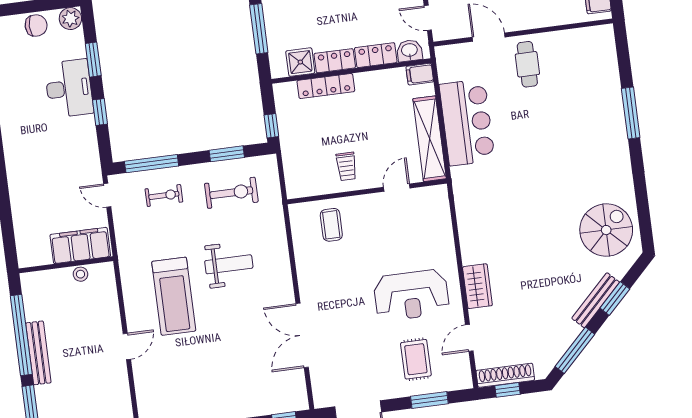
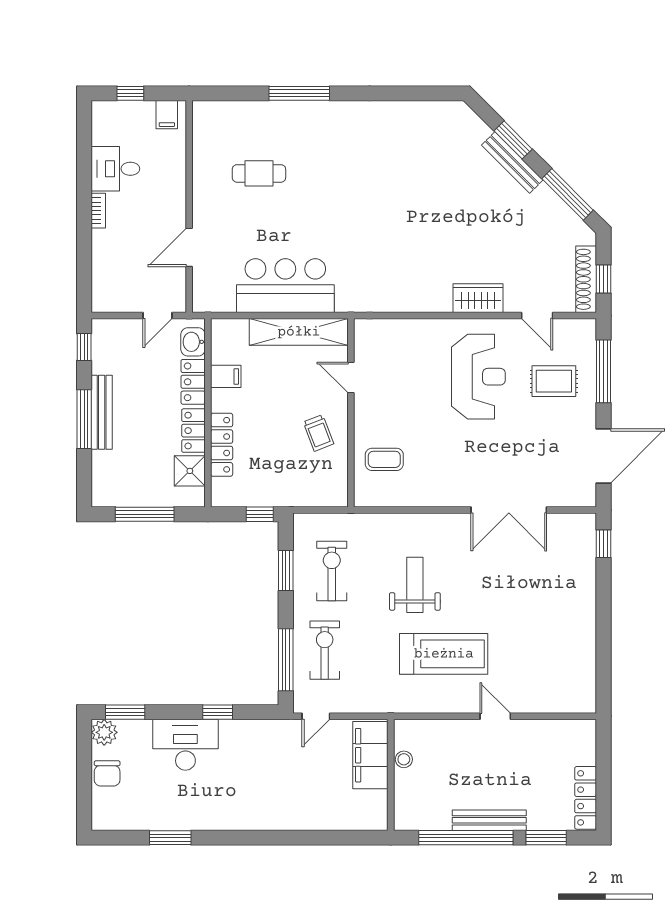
chair: (36, 25) -> (107, 773), turned 180
window: (93, 60) -> (125, 712), moved
cafe table: (527, 64) -> (259, 173), moved
filing cabinet: (420, 74) -> (226, 376), moved, turned -90
trolley: (346, 166) -> (318, 433), turned 69
exercise bike: (164, 195) -> (325, 650), width x1.38, depth x1.39
spiral stairs: (606, 230) -> (432, 140), removed
window: (429, 400) -> (603, 371), width x1.44

